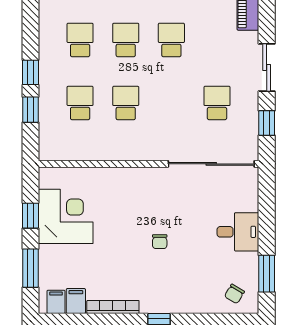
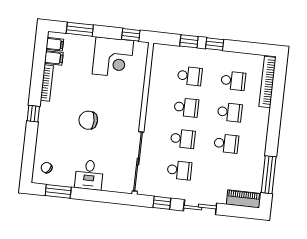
school desk: (171, 103) -> (183, 139), added
window: (30, 216) -> (131, 35), moved
chair: (160, 242) -> (88, 120), width x1.87, depth x1.87

